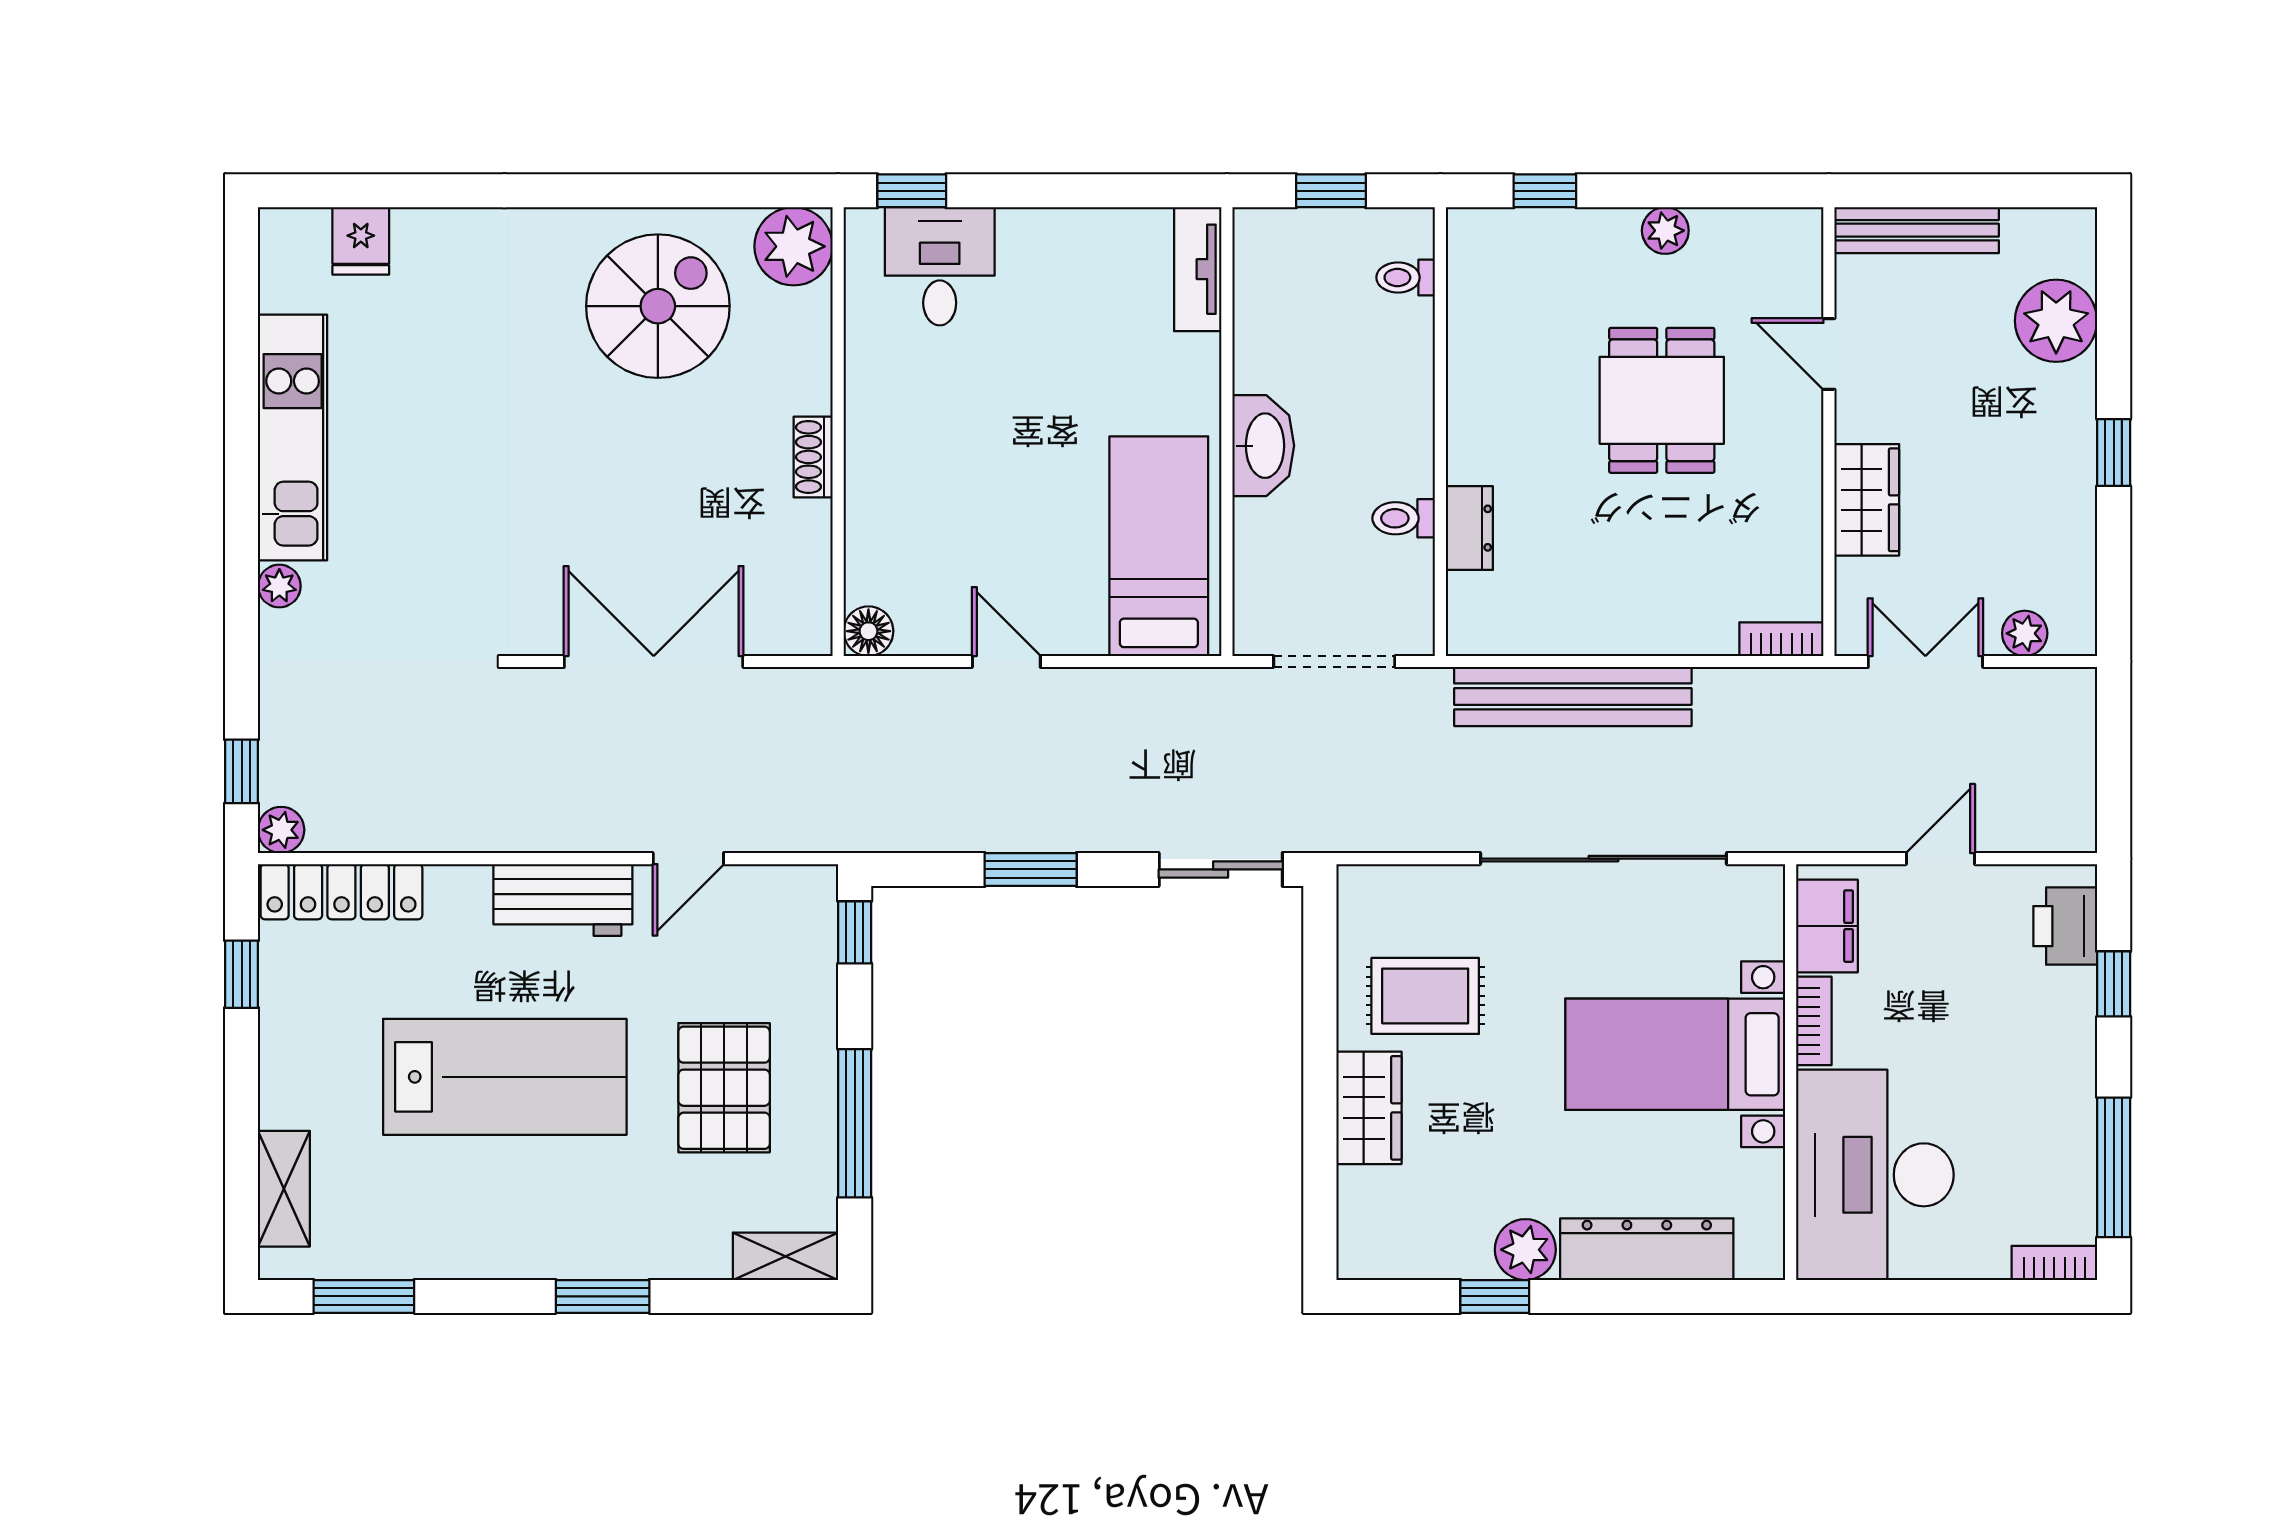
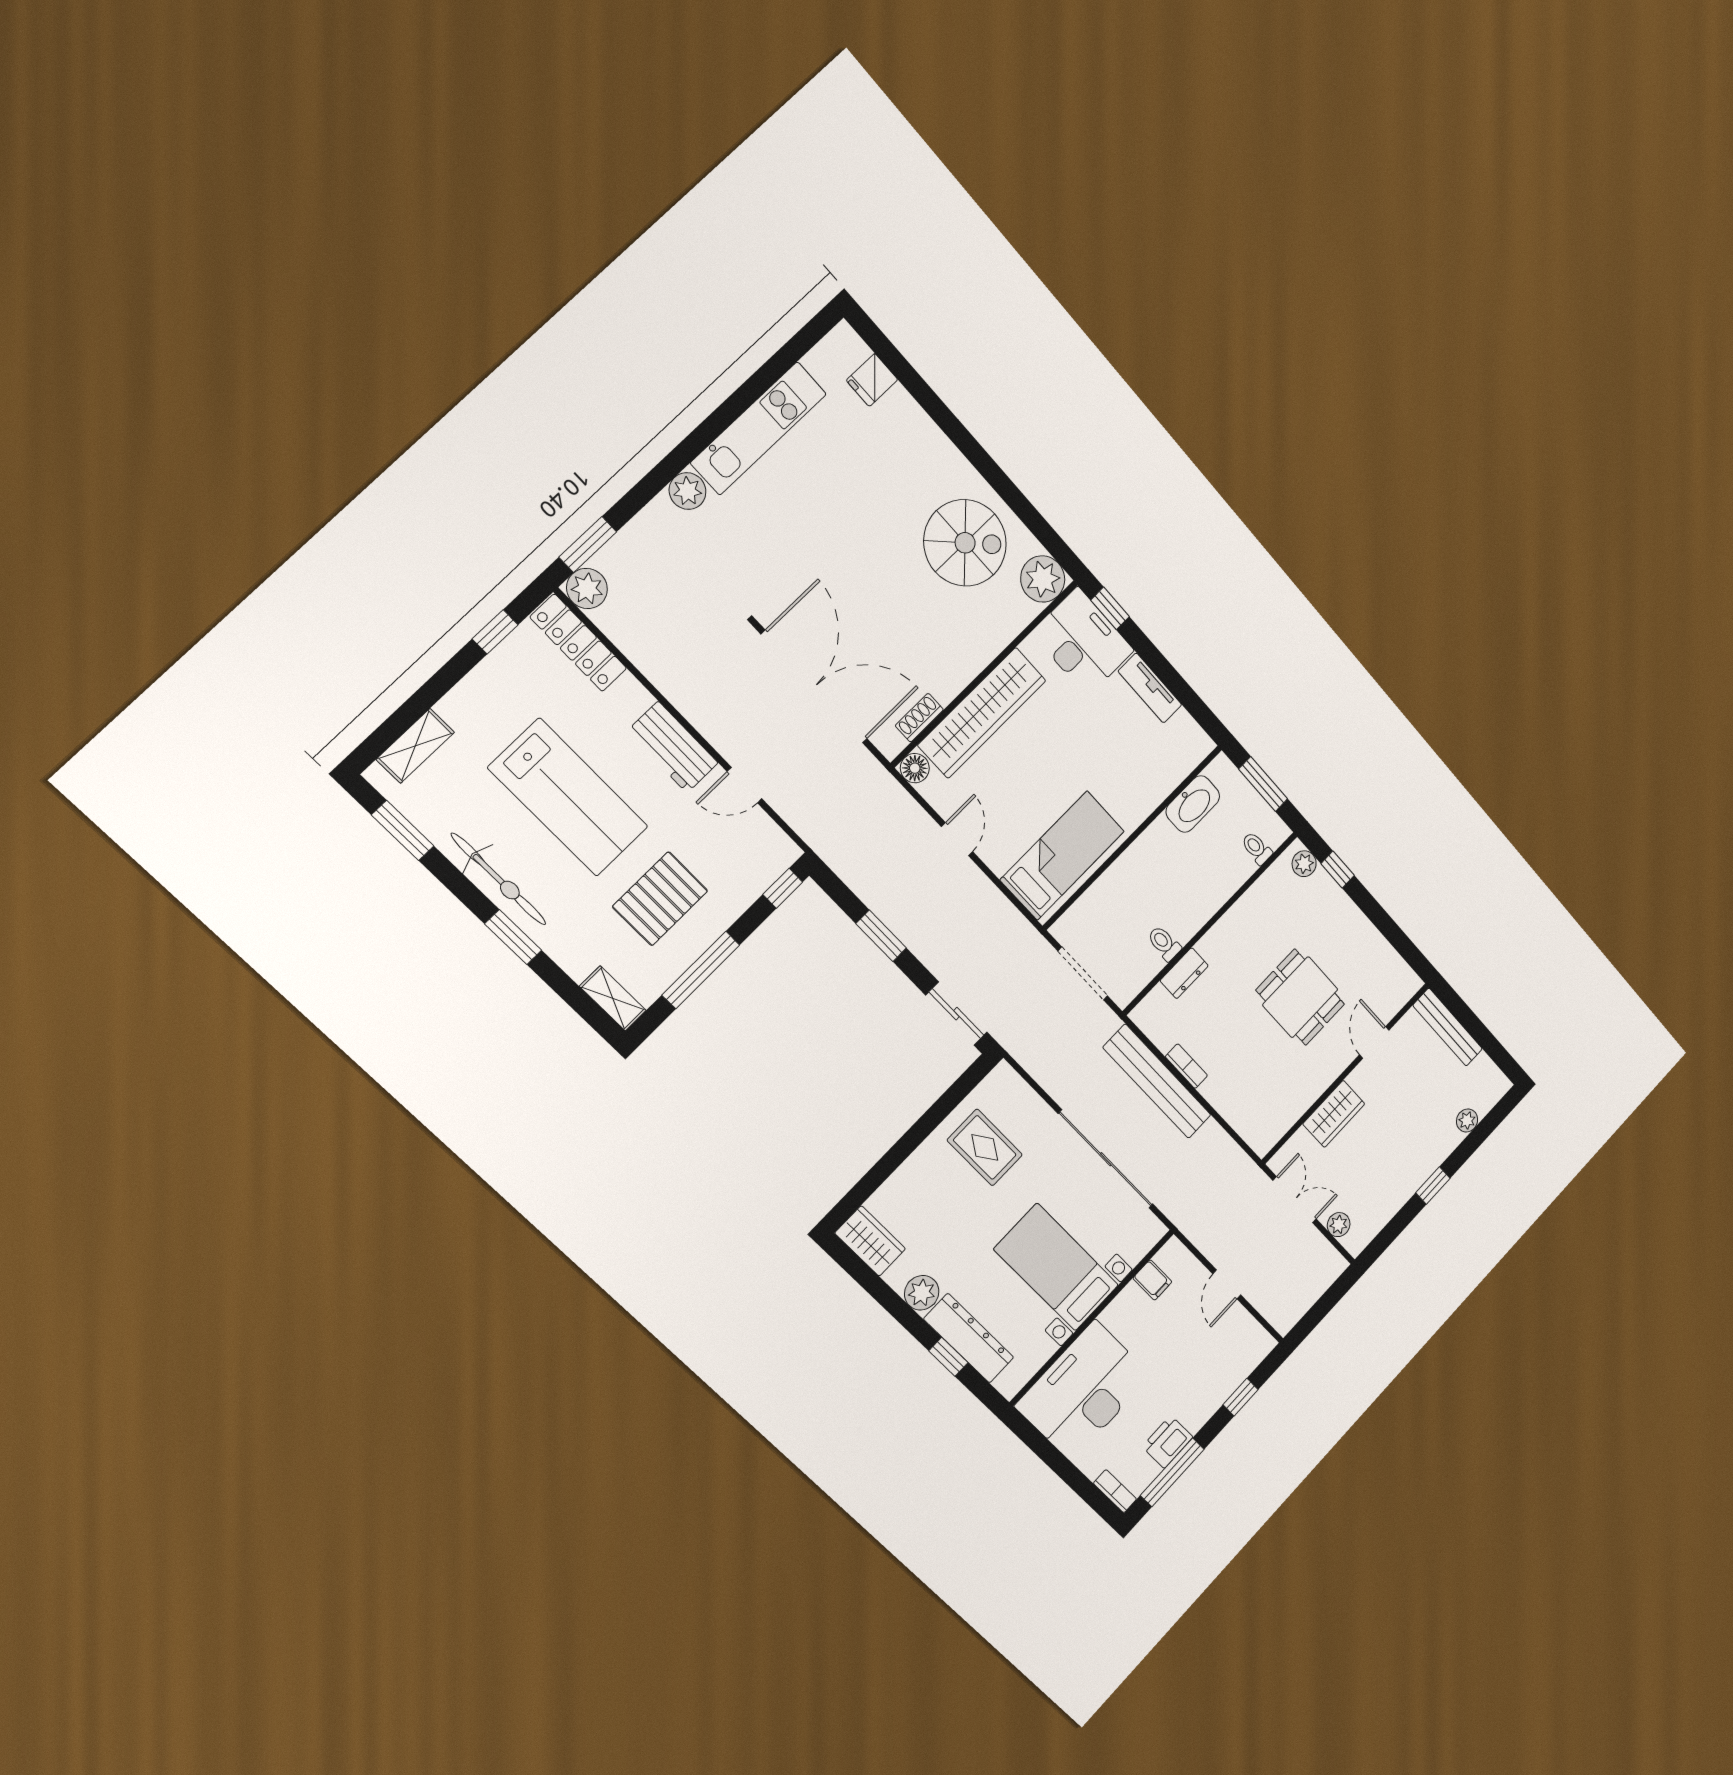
window: (1331, 191) -> (1263, 784), width x1.50
plant: (1665, 231) -> (1304, 864), moved
desk: (940, 266) -> (1083, 642), width x1.37
tv unit: (1198, 269) -> (1150, 688), moved, turned -90
plant: (2056, 321) -> (1467, 1120), width x0.53, depth x0.53
dining table: (1662, 400) -> (1300, 997), turned 90
washbasin: (1263, 446) -> (1193, 804), moved
shoe rack: (813, 457) -> (919, 718), moved
wardrobe: (883, 481) -> (982, 713), added
plant: (279, 586) -> (688, 491), width x1.38, depth x1.38
bookcase: (1781, 639) -> (1186, 1066), moved
double door: (654, 661) -> (814, 687), width x1.36
window: (242, 771) -> (588, 544), width x1.50
plant: (281, 830) -> (587, 589), width x1.38, depth x1.38
door: (1940, 859) -> (1227, 1284), swing flipped
filing cabinet: (1827, 926) -> (1152, 1280), width x0.50
printer: (2065, 926) -> (1167, 1442), moved
bookcase: (1814, 1021) -> (1120, 1305), removed
wardrobe: (1369, 1108) -> (870, 1241), moved, turned -90
bicycle: (521, 1247) -> (499, 879), added
window: (1495, 1296) -> (948, 1357), moved

